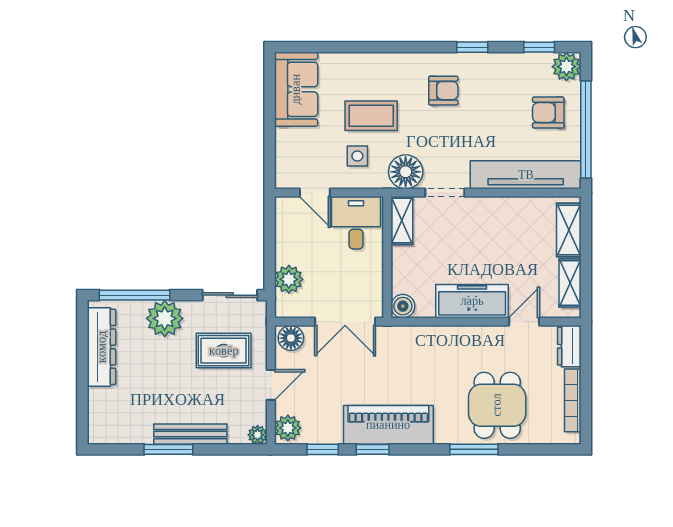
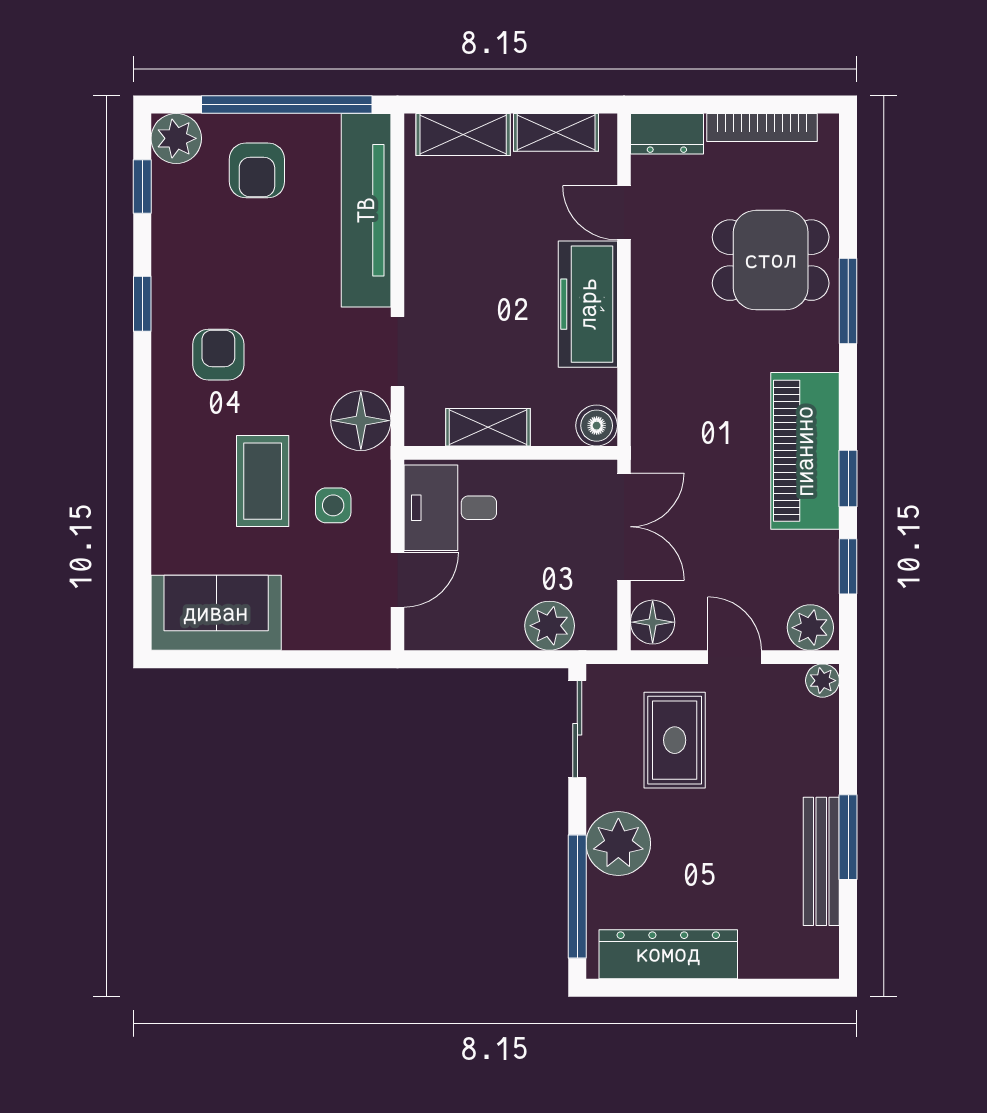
shelving: (402, 220) -> (488, 427), moved
bench: (190, 434) -> (821, 861), moved

